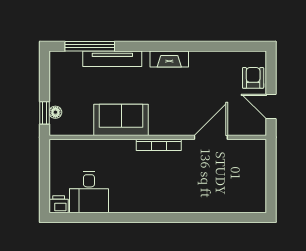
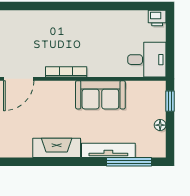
fireplace: (169, 59) -> (57, 148), width x1.37, depth x1.32
floor lamp: (55, 112) -> (160, 125), moved
desk: (89, 192) -> (147, 60), moved, turned 90

